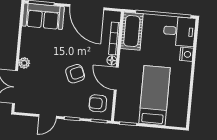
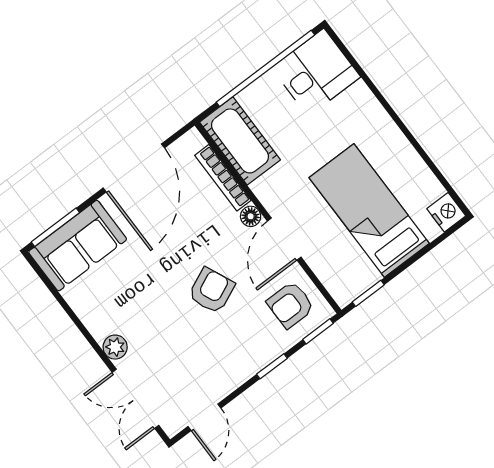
door: (87, 7) -> (134, 168), hinge flipped
nightstand: (186, 54) -> (446, 212), moved
door: (116, 79) -> (284, 239), hinge flipped
door: (47, 116) -> (204, 417), moved

